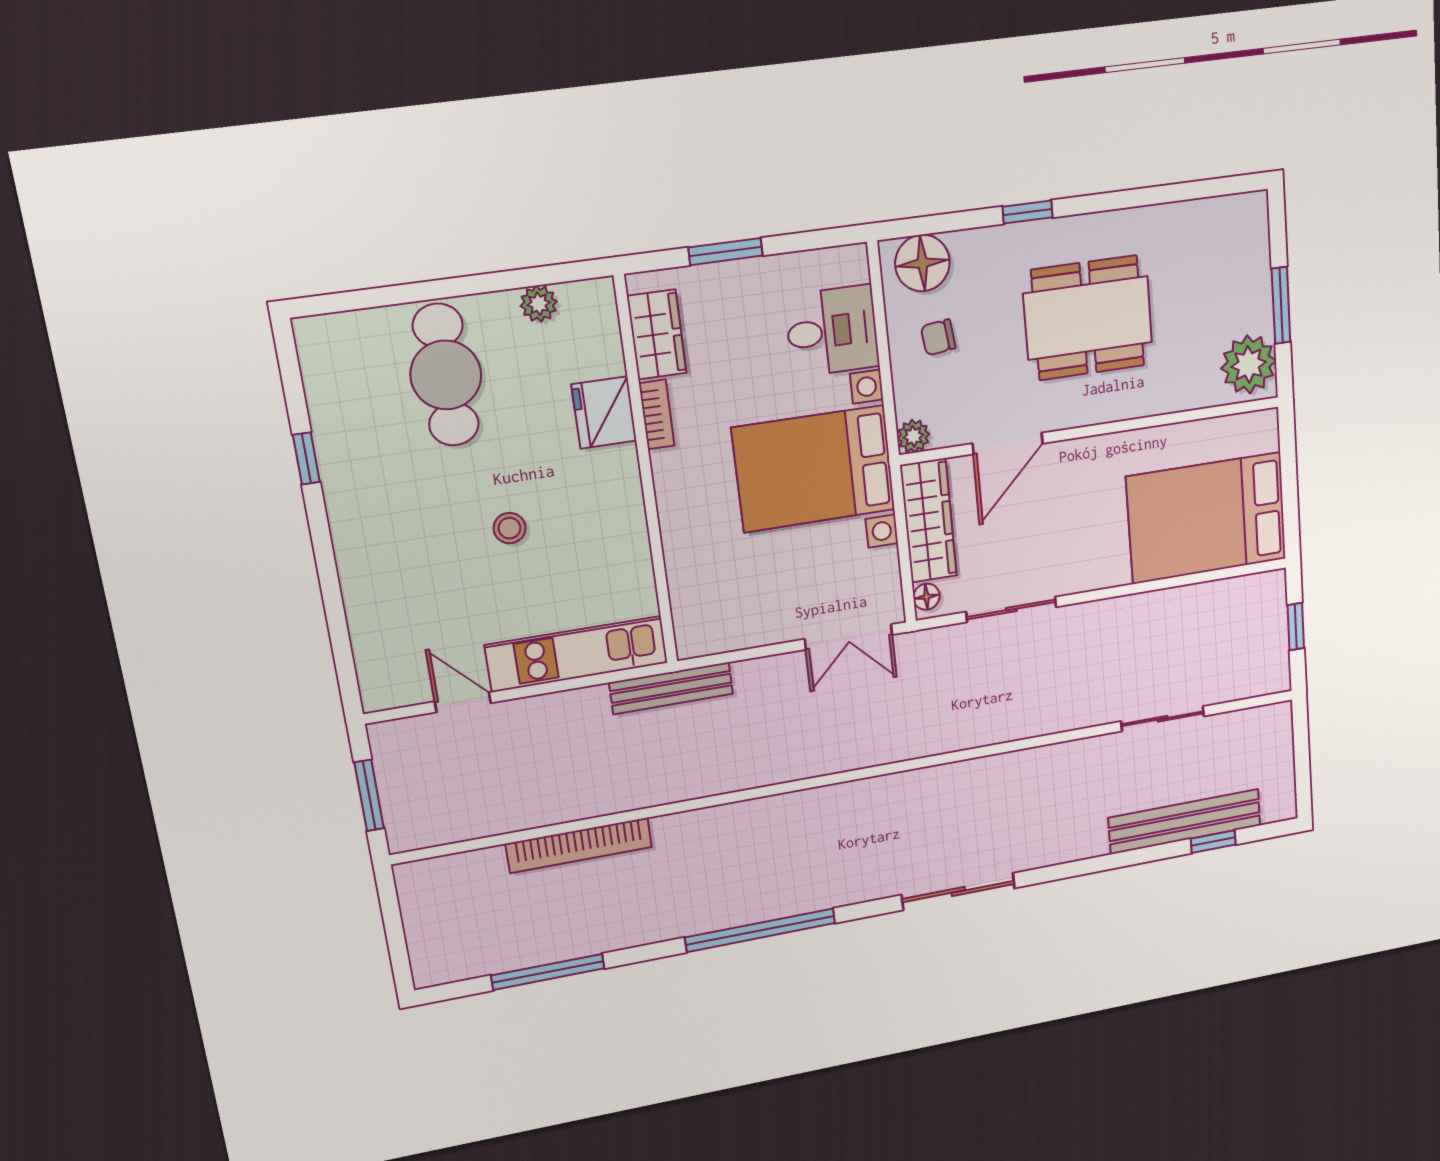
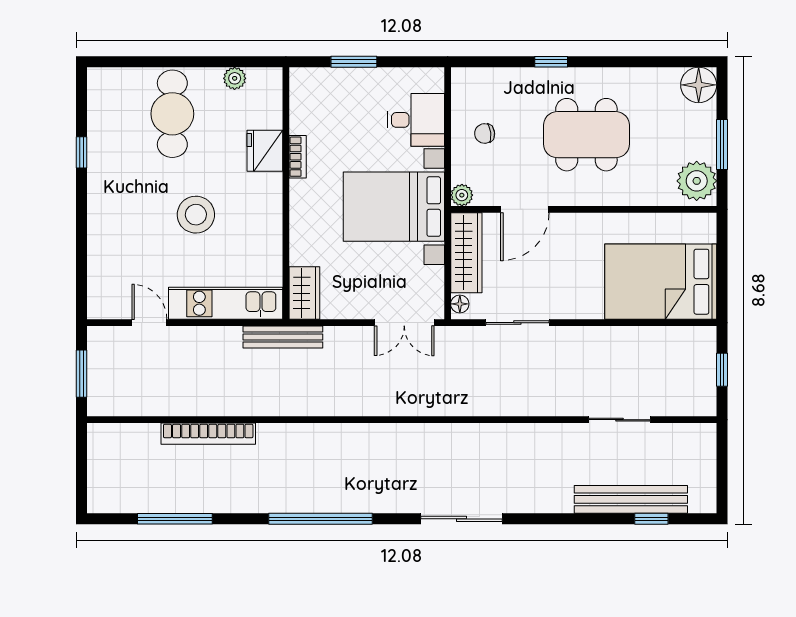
floor lamp: (922, 263) -> (699, 85), moved
wardrobe: (657, 335) -> (304, 293), moved
stool: (510, 528) -> (196, 215), width x1.89, depth x1.89

